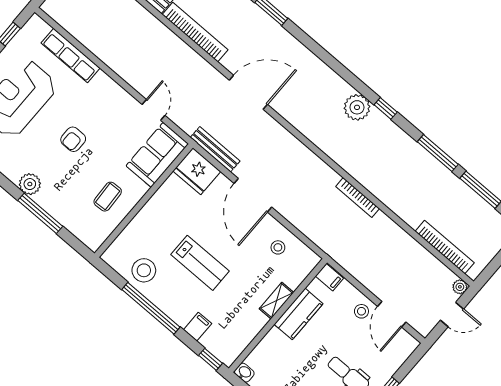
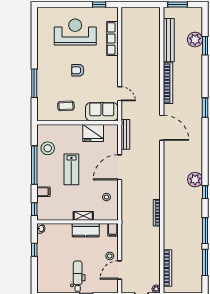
door: (153, 110) -> (120, 94), hinge flipped
fridge: (197, 171) -> (93, 133), moved, turned -90
plant: (30, 184) -> (43, 68), removed

